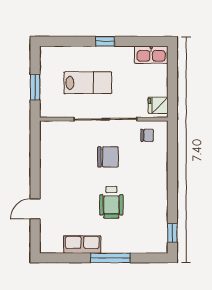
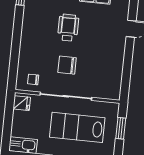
lab bench: (88, 83) -> (77, 127), width x1.36, depth x1.39

